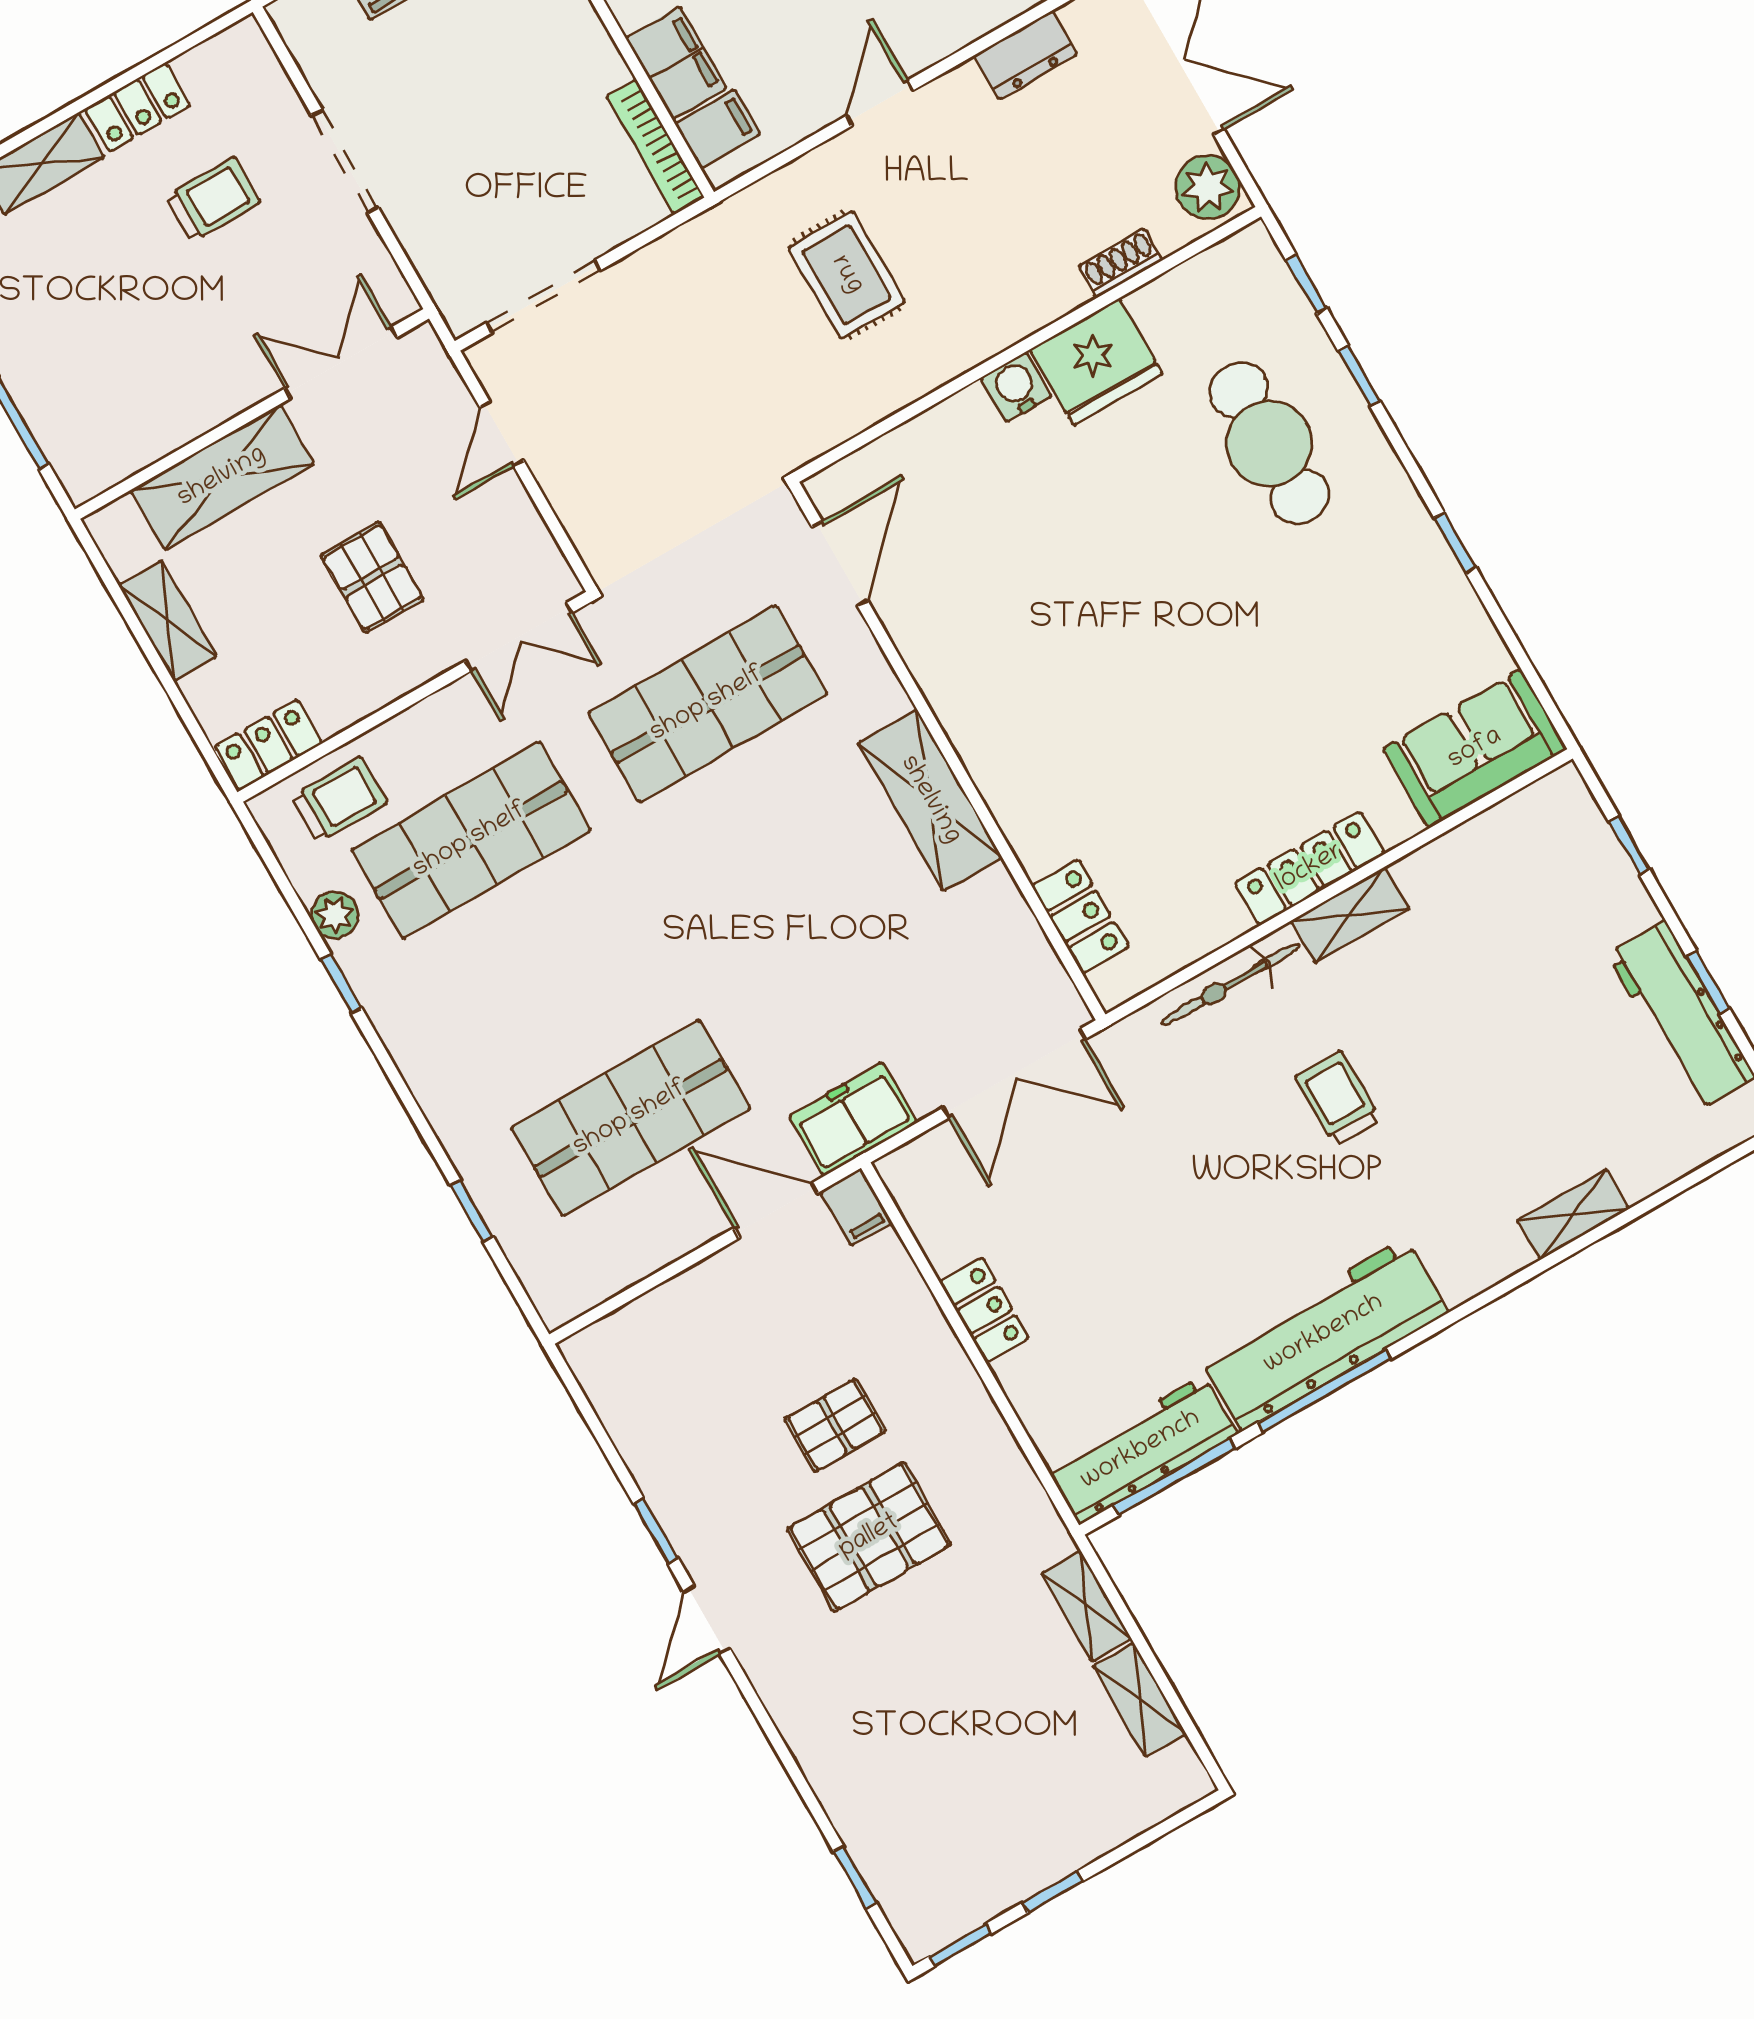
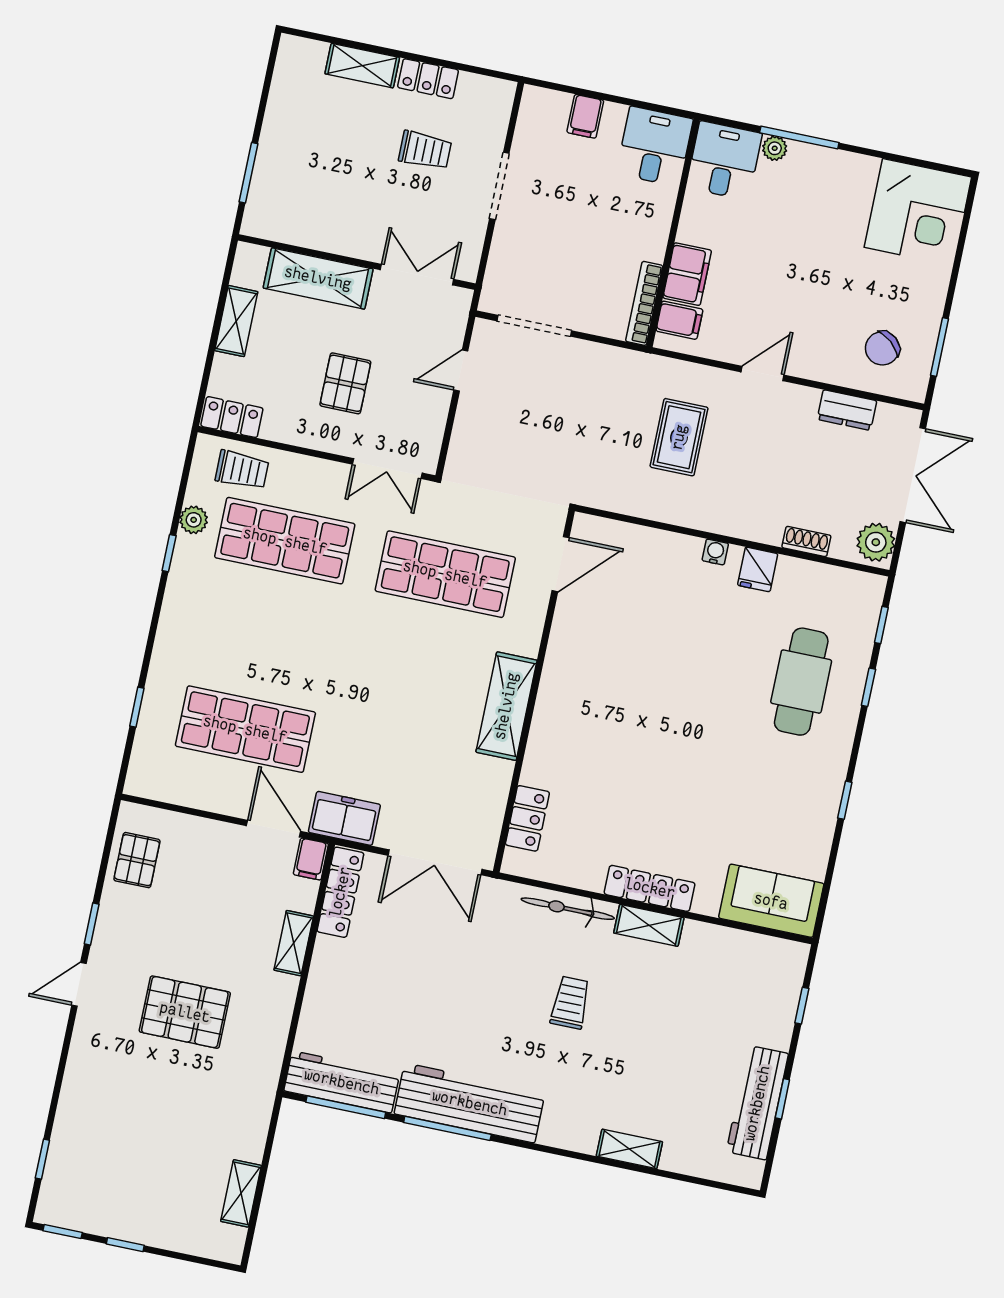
fridge: (1096, 362) -> (758, 569), width x0.53, depth x0.75
water cooler: (1016, 387) -> (715, 552), width x0.72, depth x0.72
locker: (984, 1310) -> (340, 892), moved, width x1.53
pallet: (835, 1425) -> (137, 860), moved, turned 90
shelving: (1086, 1606) -> (294, 943), moved

